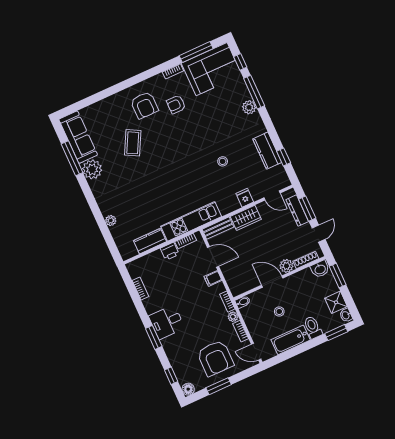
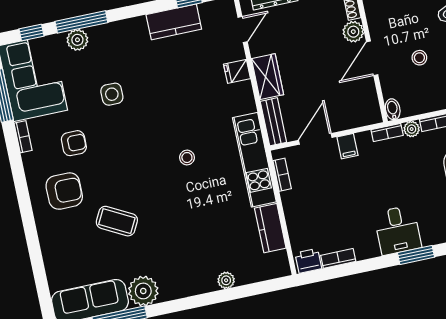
armchair: (176, 104) -> (74, 143), turned -90
plant: (249, 107) -> (77, 40), moved
side table: (213, 122) -> (112, 94), added
stool: (223, 161) -> (187, 158), moved
printer: (170, 251) -> (308, 261), moved, turned -90

